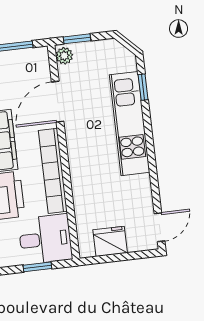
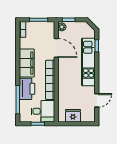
door: (58, 102) -> (56, 48), swing flipped
door: (160, 227) -> (97, 100), moved

